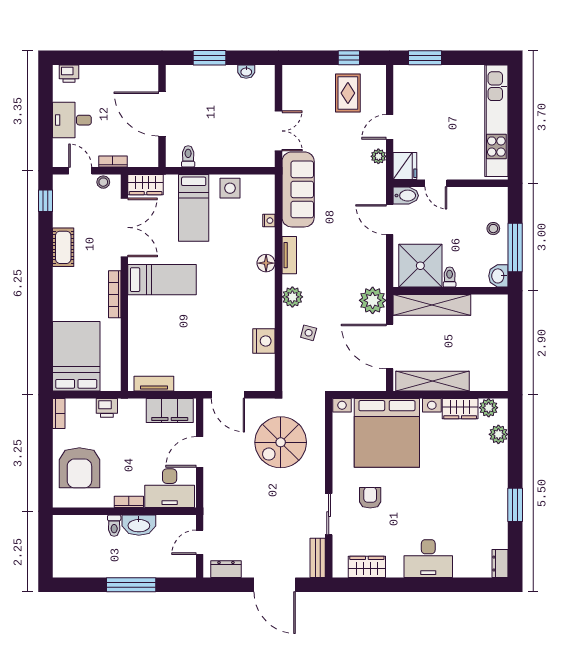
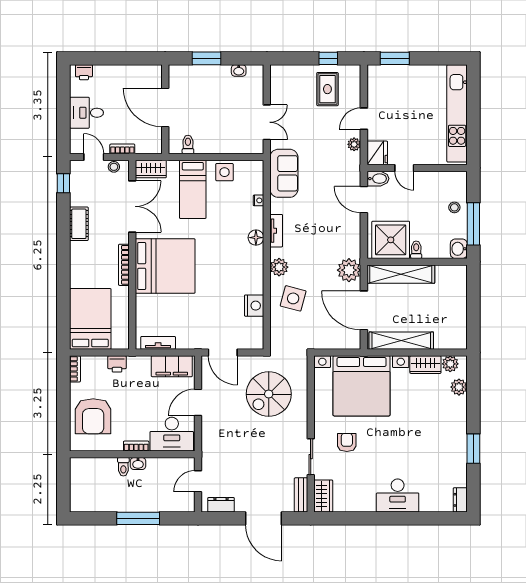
sofa: (298, 189) -> (284, 173), width x0.73
bed: (162, 280) -> (165, 266), width x2.04
side table: (309, 333) -> (293, 298), width x1.87, depth x1.87
washbasin: (139, 525) -> (138, 464), width x0.52, depth x0.69
wardrobe: (367, 567) -> (323, 496), moved, turned 90

